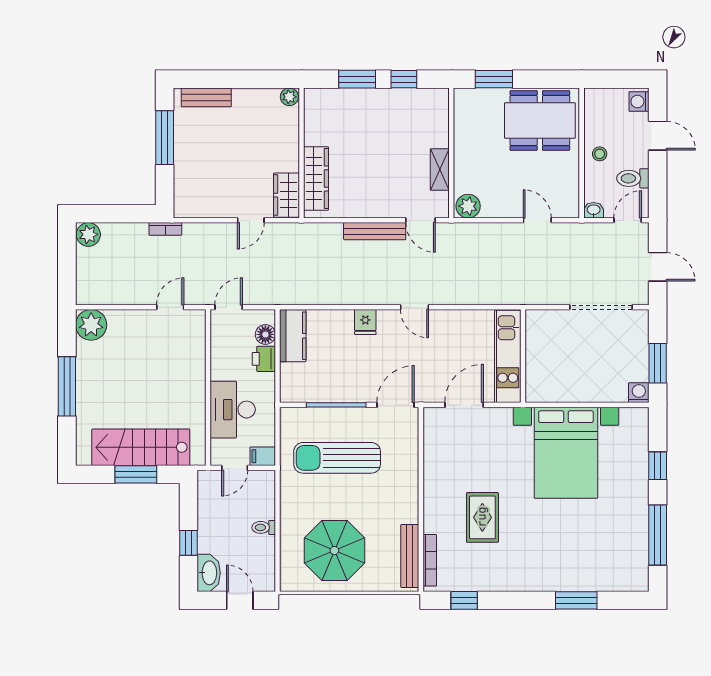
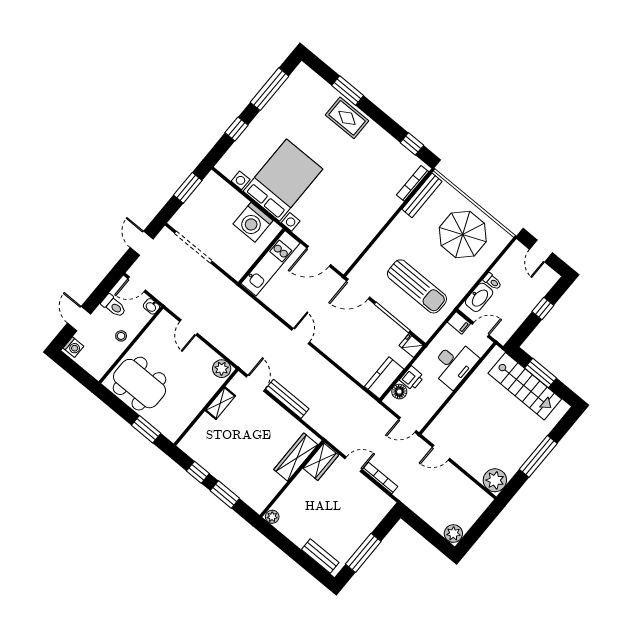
bookcase: (165, 229) -> (380, 478), moved, width x1.56
fridge: (365, 322) -> (411, 346), moved, turned -90
washing machine: (639, 393) -> (253, 222), moved, width x1.89, depth x1.89
rug: (482, 517) -> (347, 118), moved, turned 90
washbasin: (209, 573) -> (479, 297), moved, turned 180

